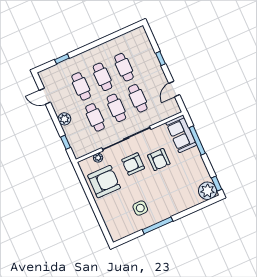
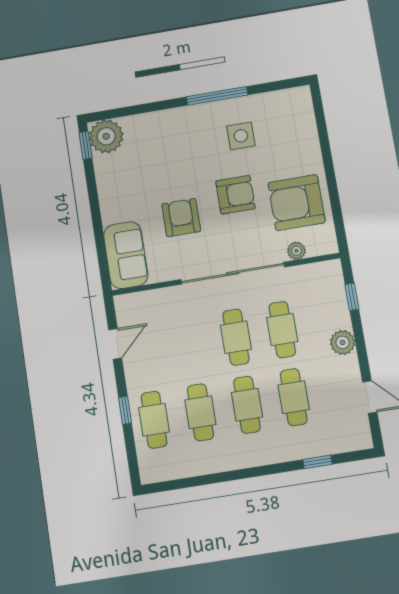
cafe table: (138, 98) -> (154, 420), moved
window: (197, 140) -> (99, 235), removed
armchair: (133, 164) -> (235, 195), moved

